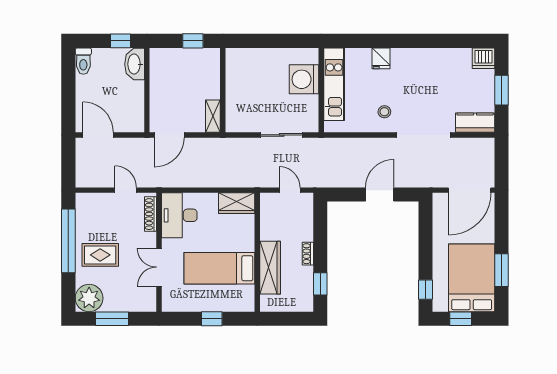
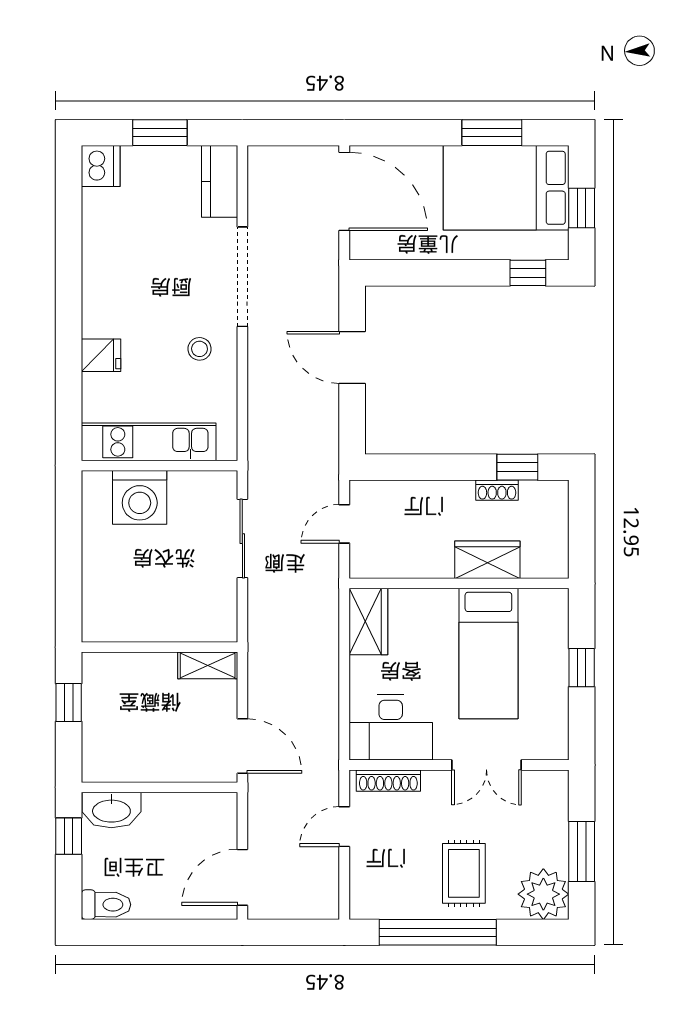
shoe rack: (308, 254) -> (497, 490), moved
wardrobe: (270, 268) -> (487, 560), width x0.67

